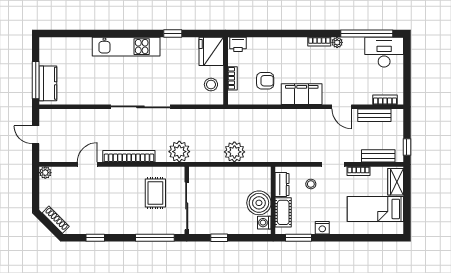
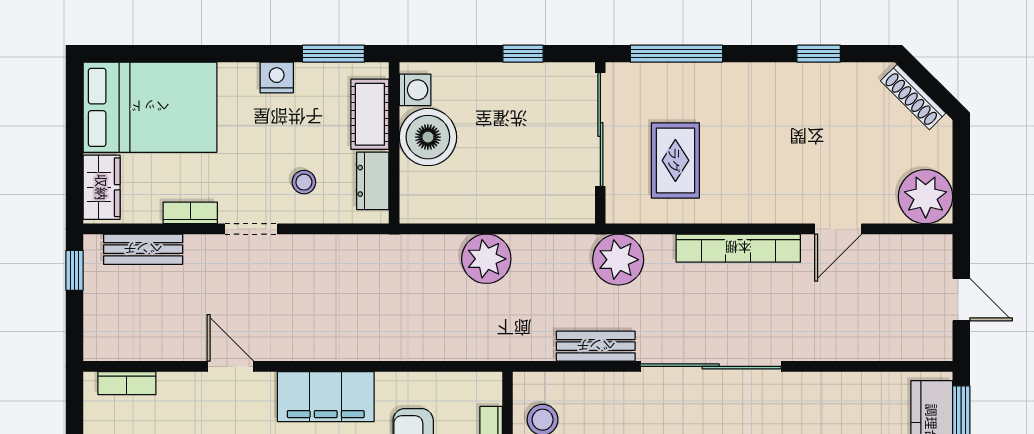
bench: (374, 115) -> (596, 346), moved
plant: (45, 173) -> (926, 197), width x1.88, depth x1.88
bed: (375, 209) -> (150, 107), width x1.50

